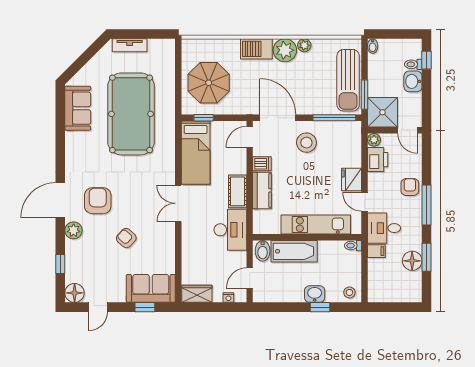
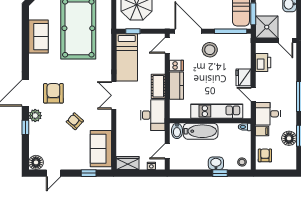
sofa: (78, 108) -> (38, 37), moved
plant: (374, 140) -> (260, 48), removed
armchair: (410, 187) -> (265, 155), moved
window: (60, 264) -> (25, 127), moved
sofa: (151, 288) -> (101, 149), moved, turned -90

